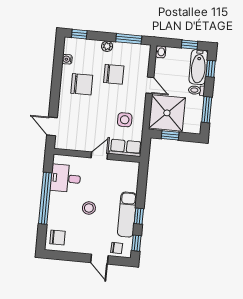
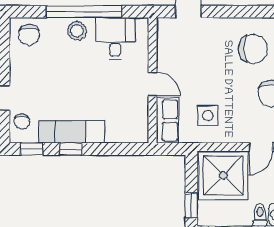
chair: (82, 84) -> (253, 49), turned -90
window: (170, 135) -> (191, 205), moved
stool: (89, 208) -> (77, 31), moved

